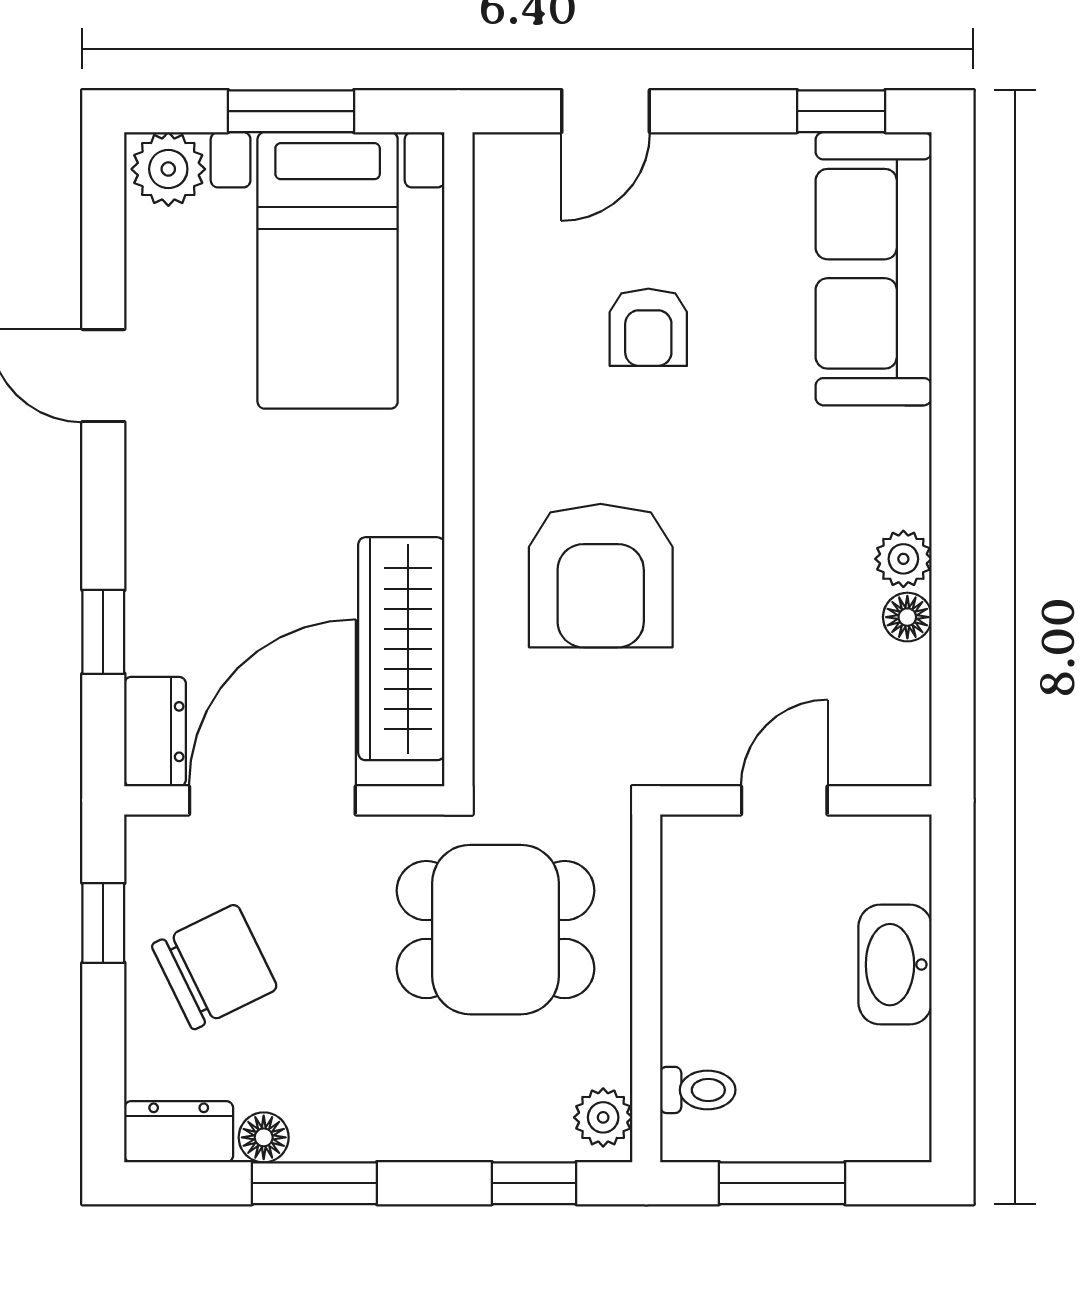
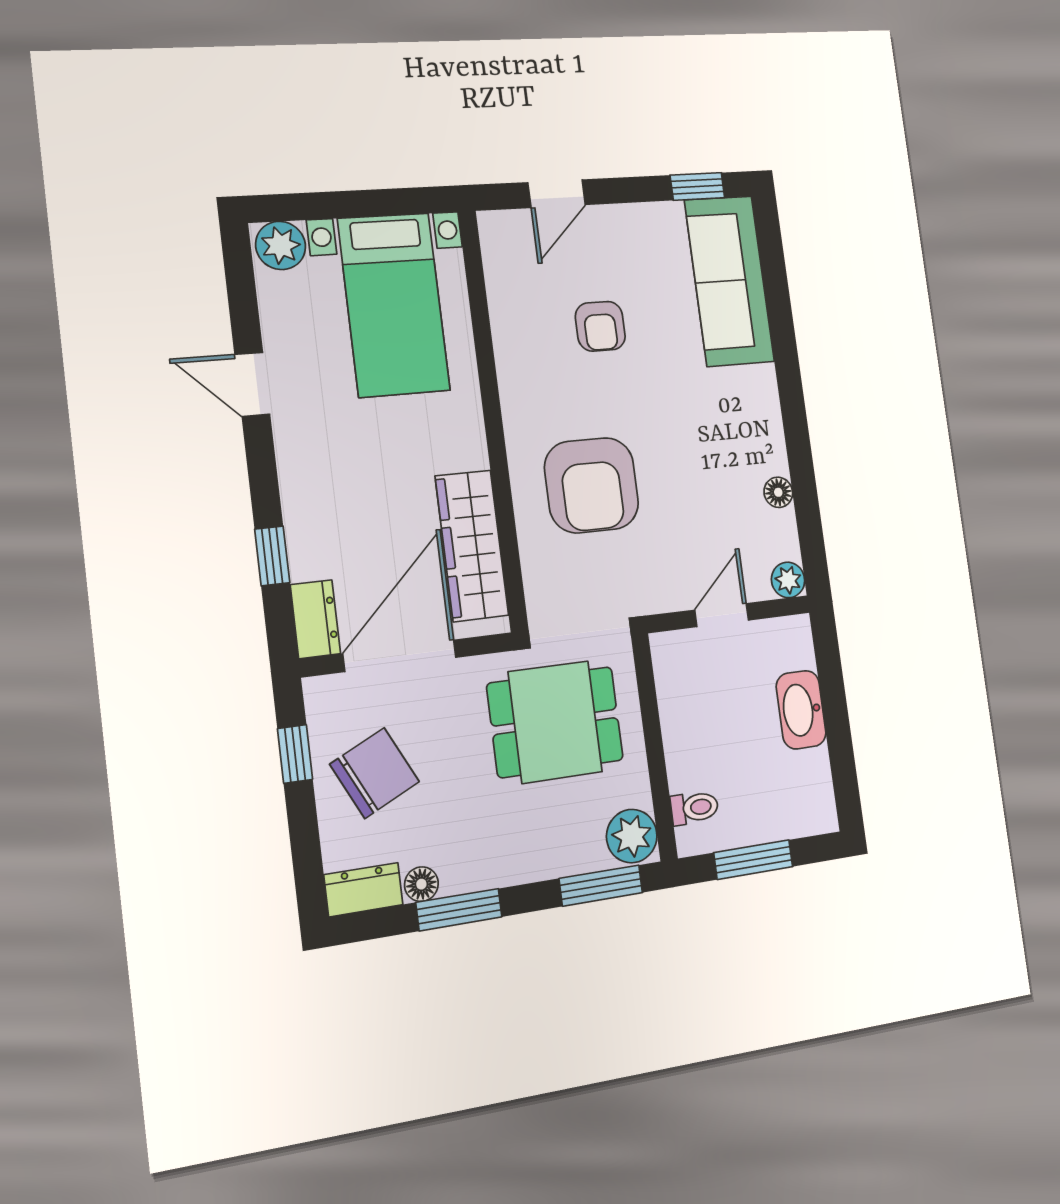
window: (291, 111) -> (358, 204), removed
plant: (903, 559) -> (788, 580), moved
plant: (603, 1117) -> (632, 836), width x1.38, depth x1.38
window: (534, 1183) -> (601, 886), width x1.50

